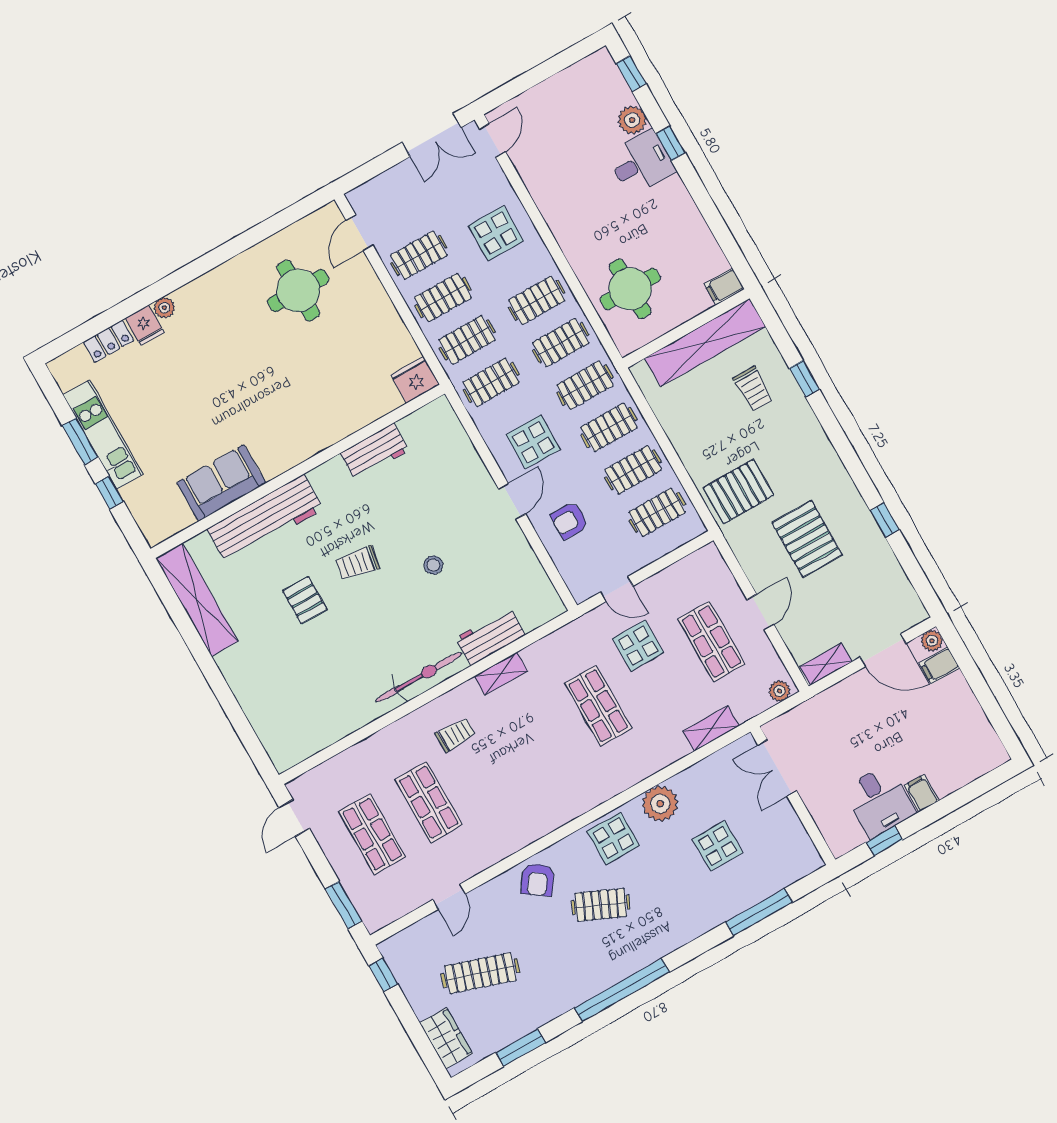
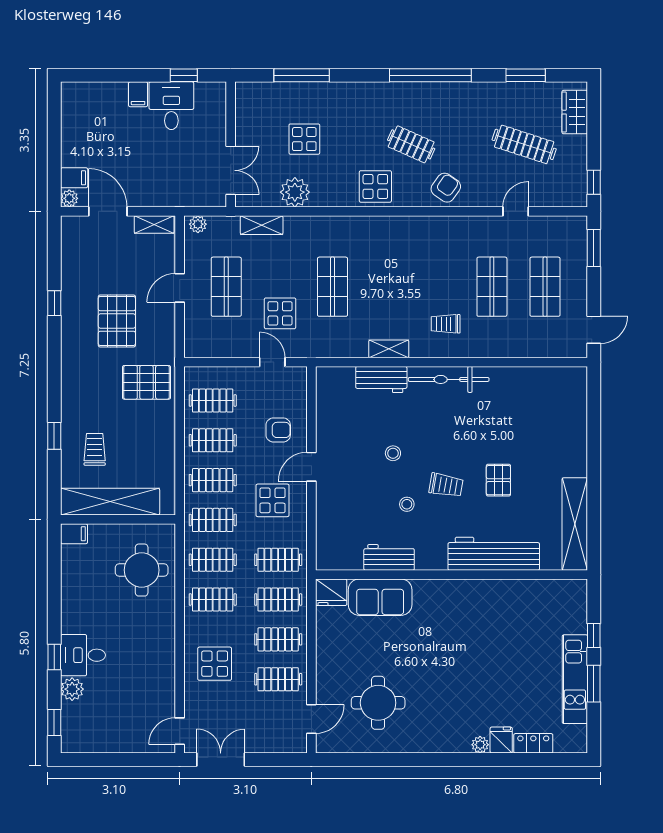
sofa: (221, 483) -> (380, 597), moved
stool: (388, 519) -> (407, 504), added
plant: (660, 804) -> (295, 192), moved

